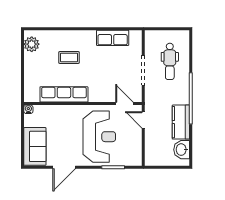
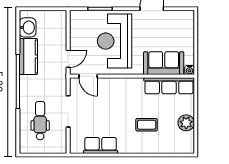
plant: (32, 44) -> (186, 123), moved
row of seats: (64, 94) -> (169, 86), moved
door: (143, 120) -> (68, 59), hinge flipped
sofa: (35, 146) -> (164, 63), moved, turned 90

